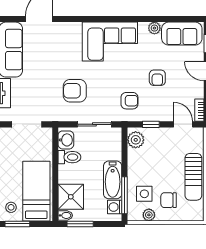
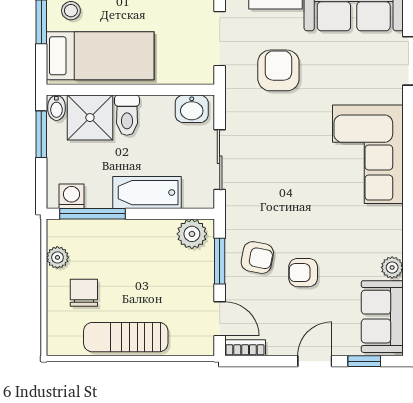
corner sofa: (110, 42) -> (368, 154), moved
armchair: (75, 91) -> (278, 70), moved
armchair: (129, 101) -> (257, 258), moved, turned -79
window: (151, 124) -> (220, 261), width x1.50
door: (183, 124) -> (220, 319), hinge flipped
toilet: (69, 157) -> (127, 115), moved
bathtub: (113, 180) -> (147, 193), moved
side table: (144, 194) -> (95, 249), removed

